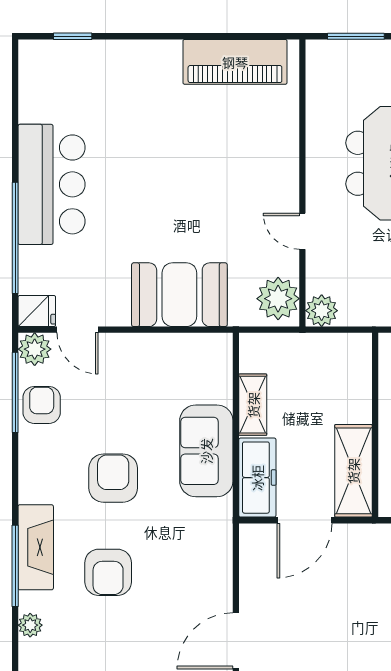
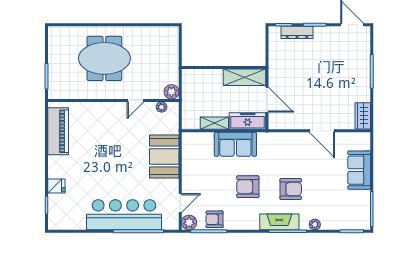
bar counter: (52, 184) -> (124, 215), width x1.36
plant: (278, 299) -> (161, 107), width x0.53, depth x0.53
fridge: (37, 311) -> (56, 186), moved, turned 90

